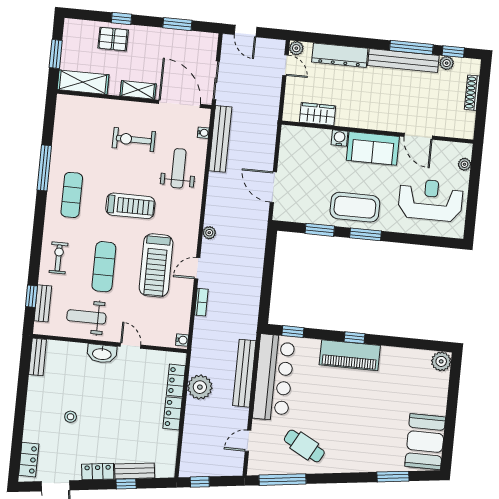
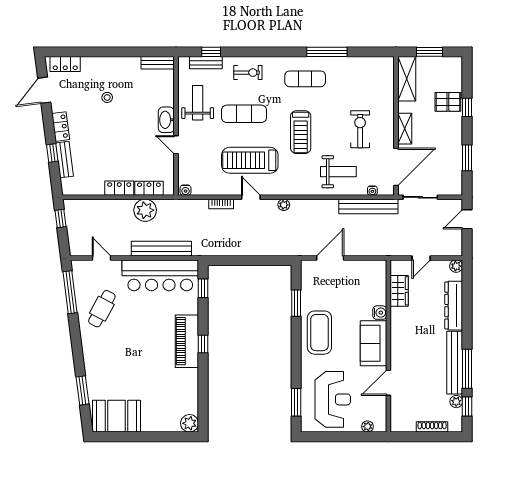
pallet: (113, 39) -> (448, 102), turned 90
door: (285, 65) -> (421, 258), moved
window: (366, 234) -> (296, 402), moved
door: (131, 346) -> (176, 145), swing flipped

